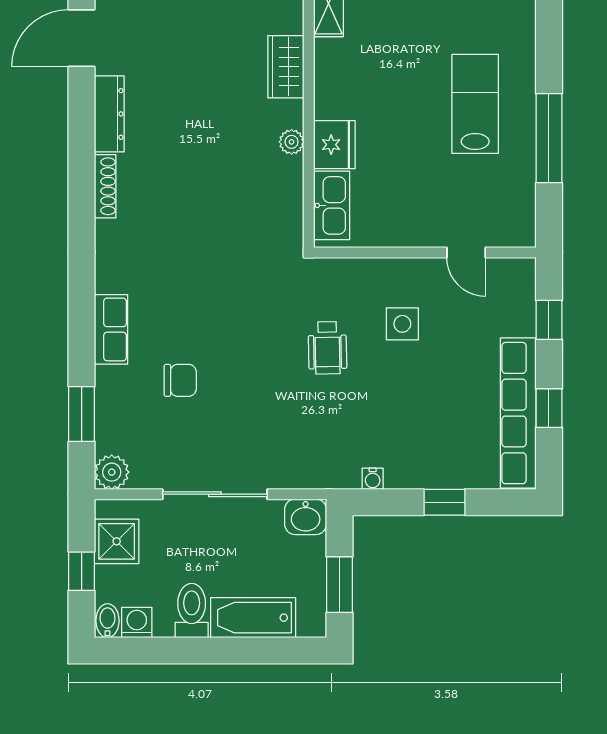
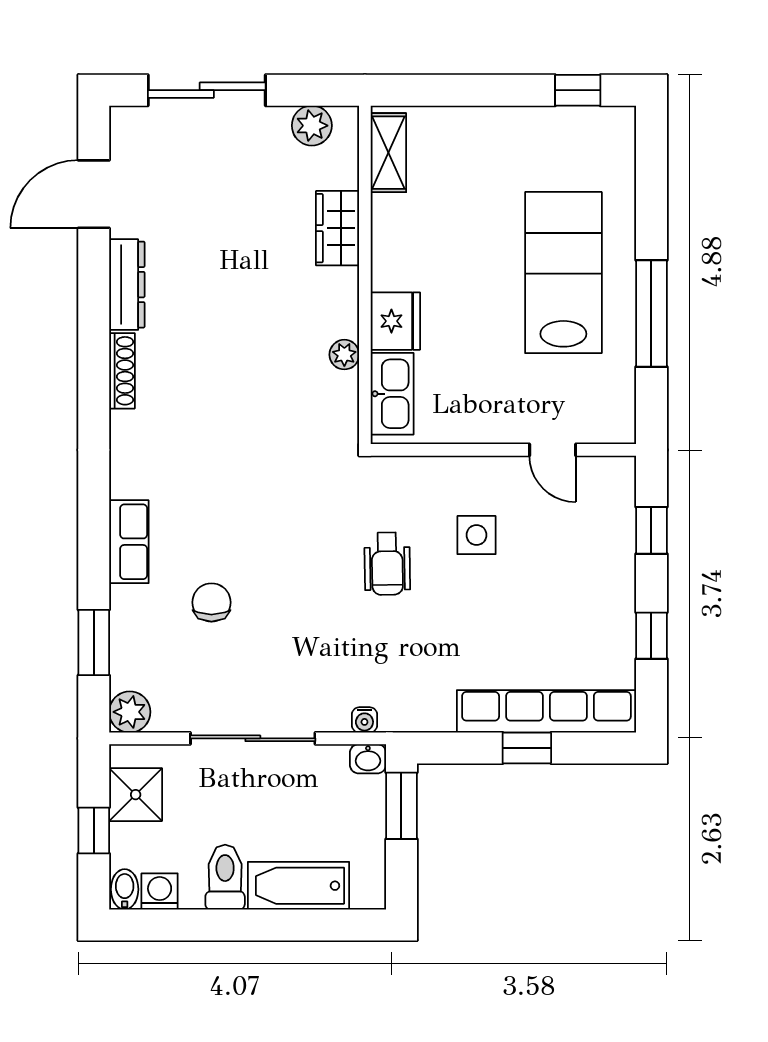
lab bench: (475, 104) -> (563, 273), width x1.36, depth x1.39
plant: (292, 142) -> (344, 355), moved
chair: (180, 380) -> (211, 602), turned -90
row of seats: (518, 413) -> (546, 711), moved, turned 90
water cooler: (373, 479) -> (364, 720), moved
washbasin: (306, 517) -> (368, 759), width x0.72, depth x0.69
window: (339, 585) -> (401, 806), moved

